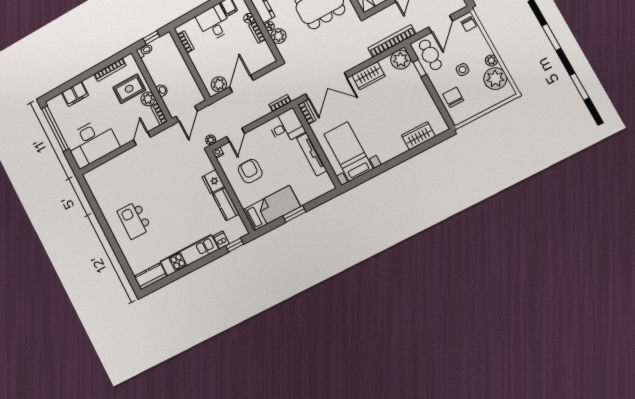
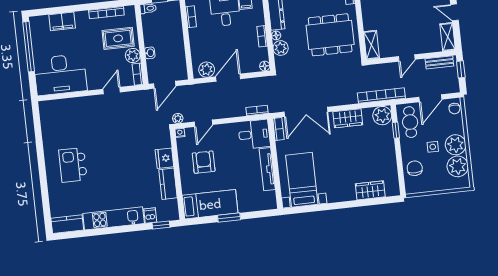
floor lamp: (249, 18) -> (265, 66), moved
plant: (491, 60) -> (456, 145), width x1.88, depth x1.88

